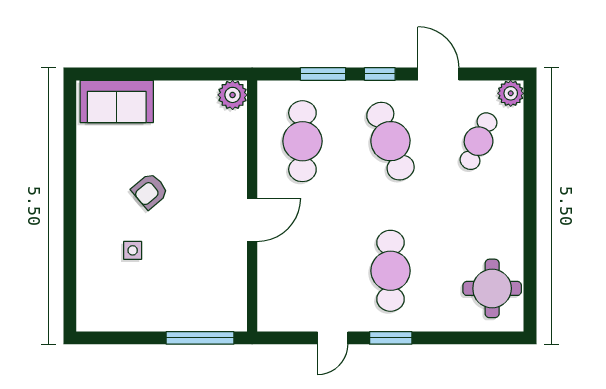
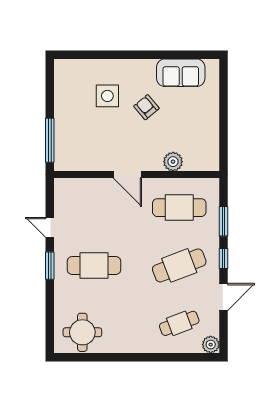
plant: (233, 95) -> (173, 162), moved
sofa: (117, 101) -> (181, 73), moved, turned -90
cafe table: (479, 141) -> (179, 323), turned -45
side table: (133, 250) -> (107, 96), width x1.87, depth x1.87

